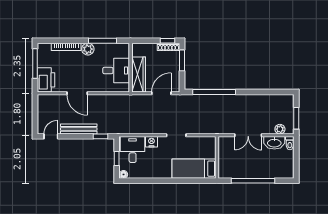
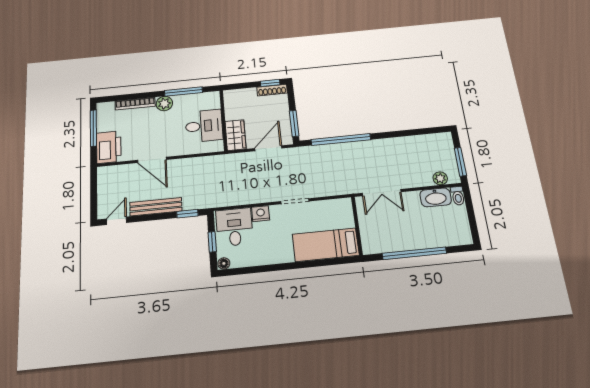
window: (182, 60) -> (294, 123), moved
wardrobe: (139, 74) -> (235, 135), width x0.67
double door: (248, 135) -> (382, 193), moved

